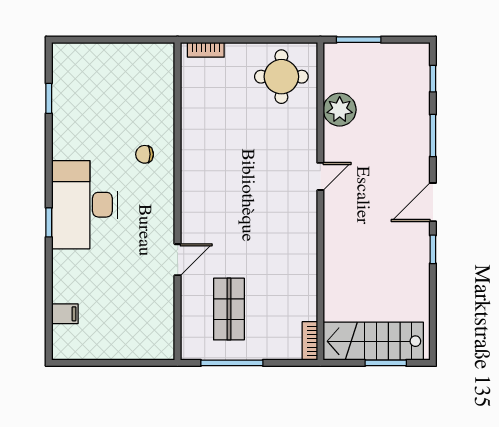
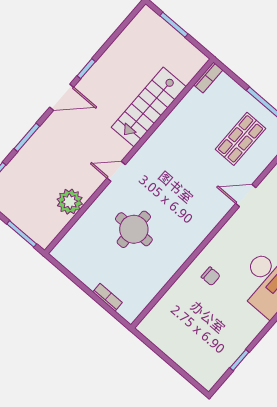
bookcase: (206, 50) -> (107, 297), moved
round table: (281, 77) -> (134, 229), moved
stairs: (373, 341) -> (149, 107), moved, turned 90

